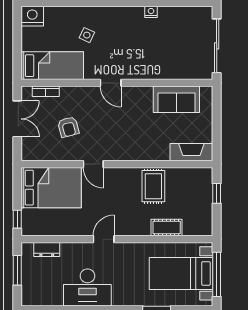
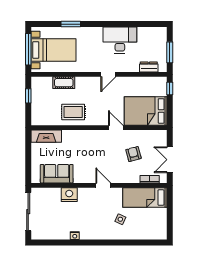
nightstand: (32, 16) -> (69, 195), moved, turned 180
rug: (153, 186) -> (73, 112), turned 90
window: (217, 193) -> (28, 96), moved

